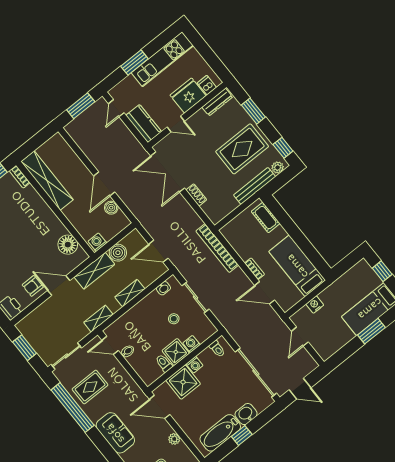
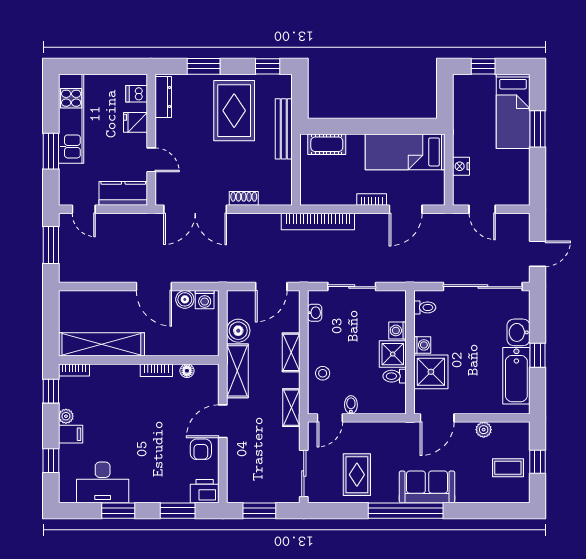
fridge: (188, 95) -> (135, 122), width x0.53, depth x0.75
door: (176, 124) -> (151, 160), hinge flipped
plant: (278, 168) -> (284, 89), removed
bookcase: (57, 224) -> (156, 370), added
washing machine: (97, 242) -> (205, 300), moved, turned -90
floor lamp: (68, 245) -> (187, 371), width x0.53, depth x0.53
stool: (174, 319) -> (323, 373), moved
window: (73, 408) -> (406, 511), moved

